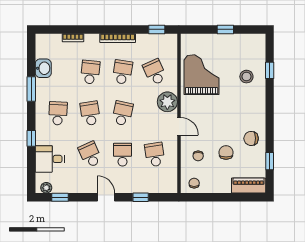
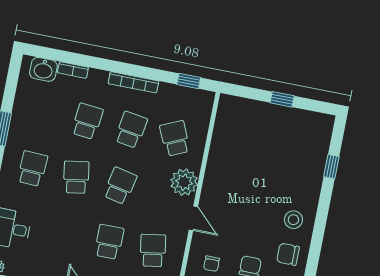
washbasin: (43, 68) -> (43, 69), moved, turned 90
grand piano: (202, 75) -> (238, 154), removed
stool: (246, 77) -> (293, 220), moved
school desk: (90, 155) -> (65, 233), removed

